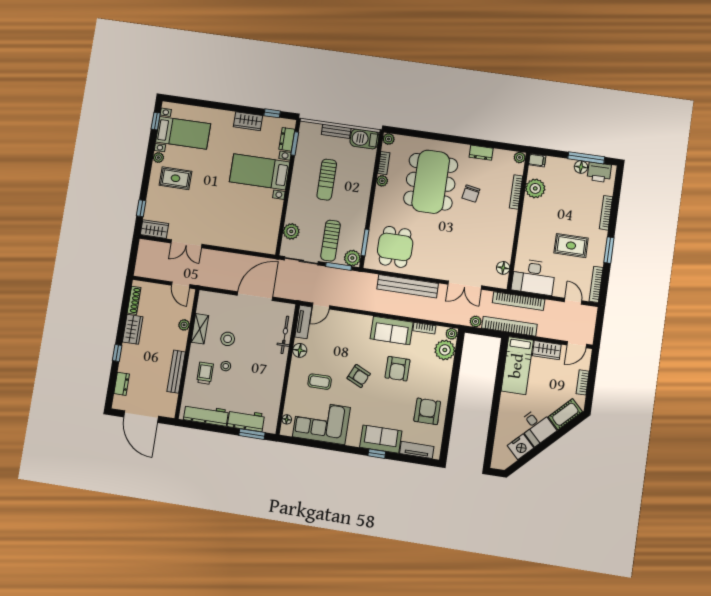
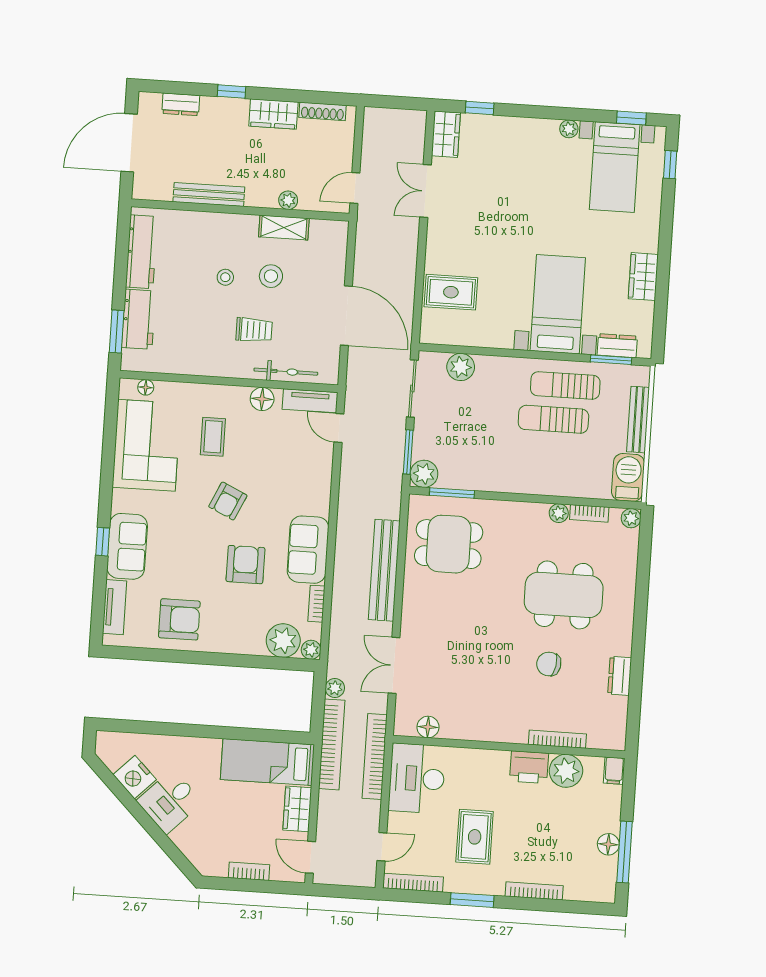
window: (272, 113) -> (670, 165), moved
bench: (336, 131) -> (638, 420), width x1.36
plant: (520, 157) -> (616, 741), removed
printer: (599, 172) -> (529, 767), moved, turned -90
rug: (175, 178) -> (451, 292), moved, turned 90
dining table: (431, 182) -> (564, 595), width x0.73, depth x0.80
sun lounger: (330, 241) -> (565, 386), moved
armchair: (398, 369) -> (245, 565), turned 90
trolley: (205, 373) -> (254, 330), moved
cot: (565, 414) -> (194, 847), removed

